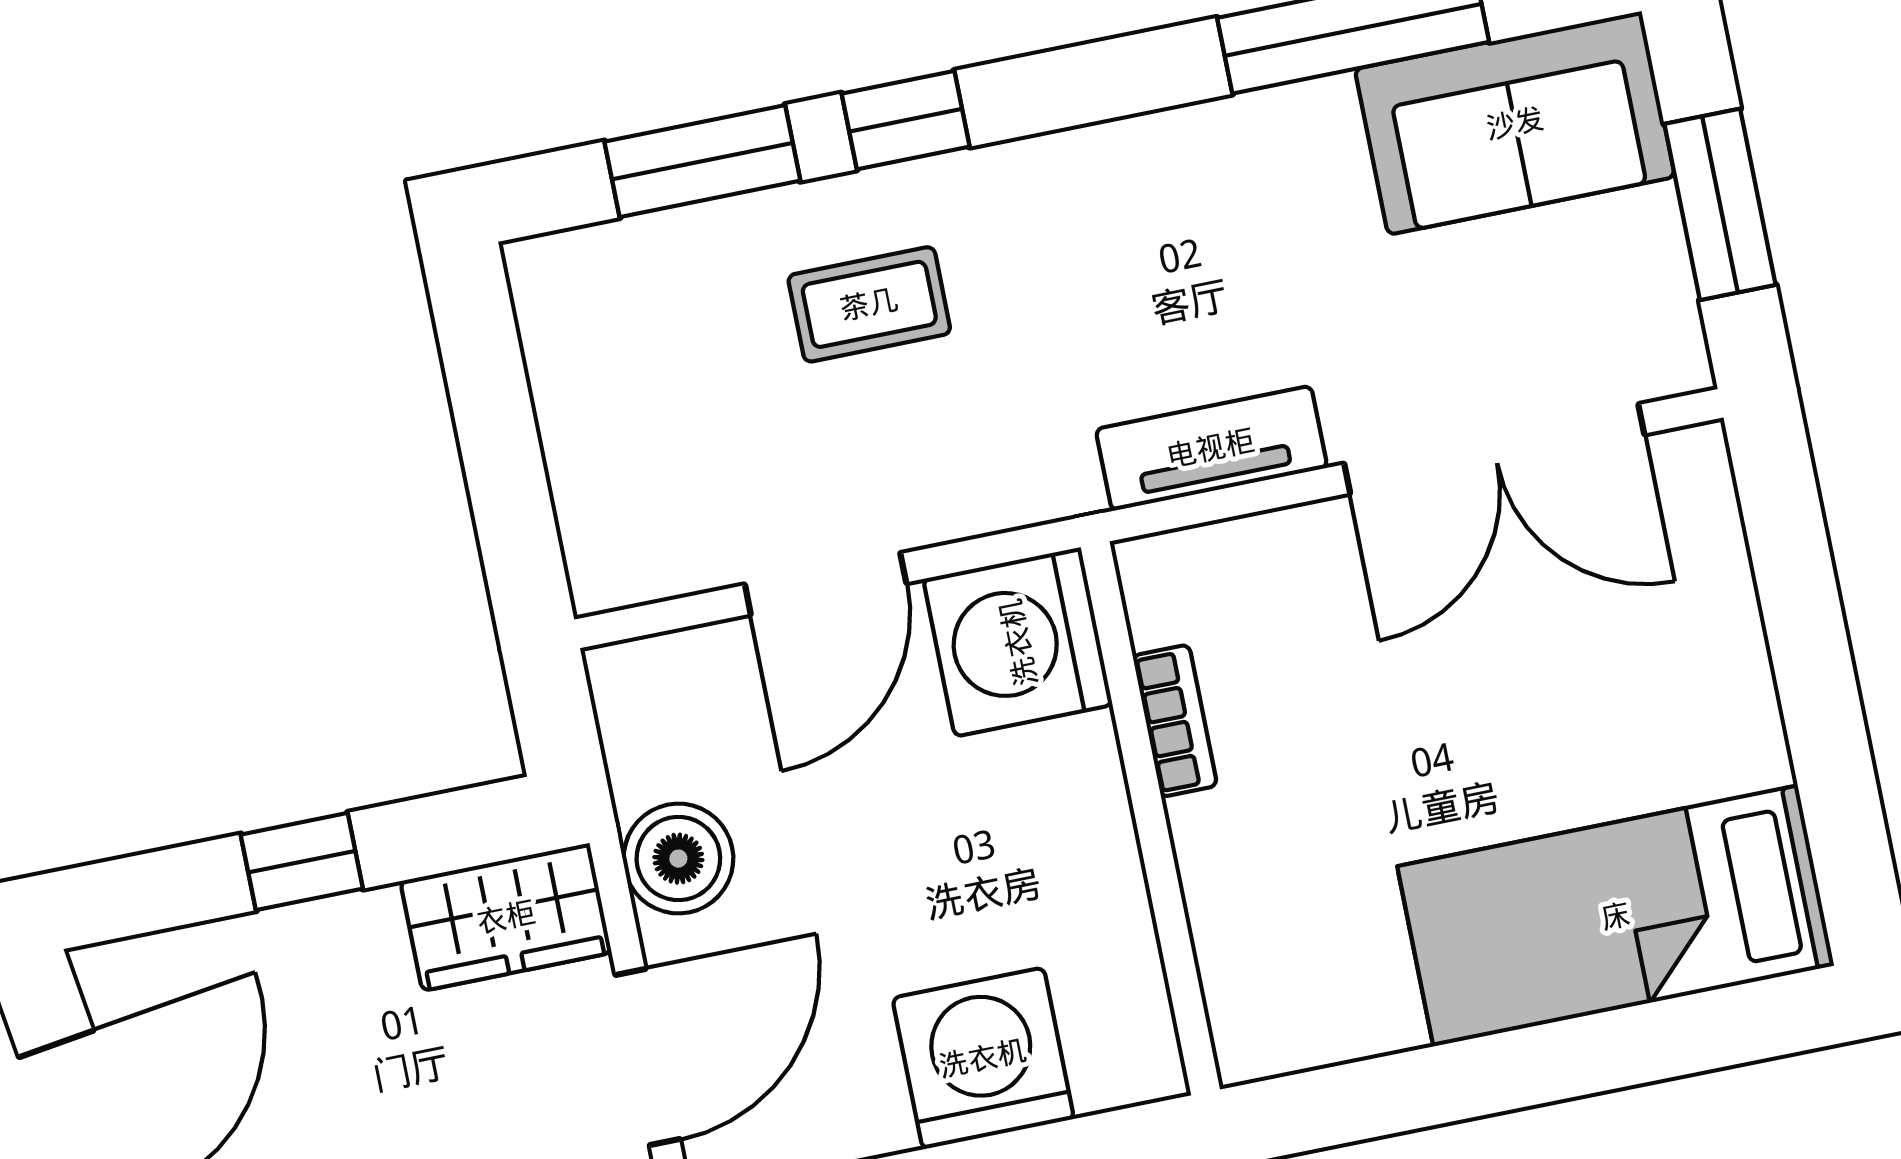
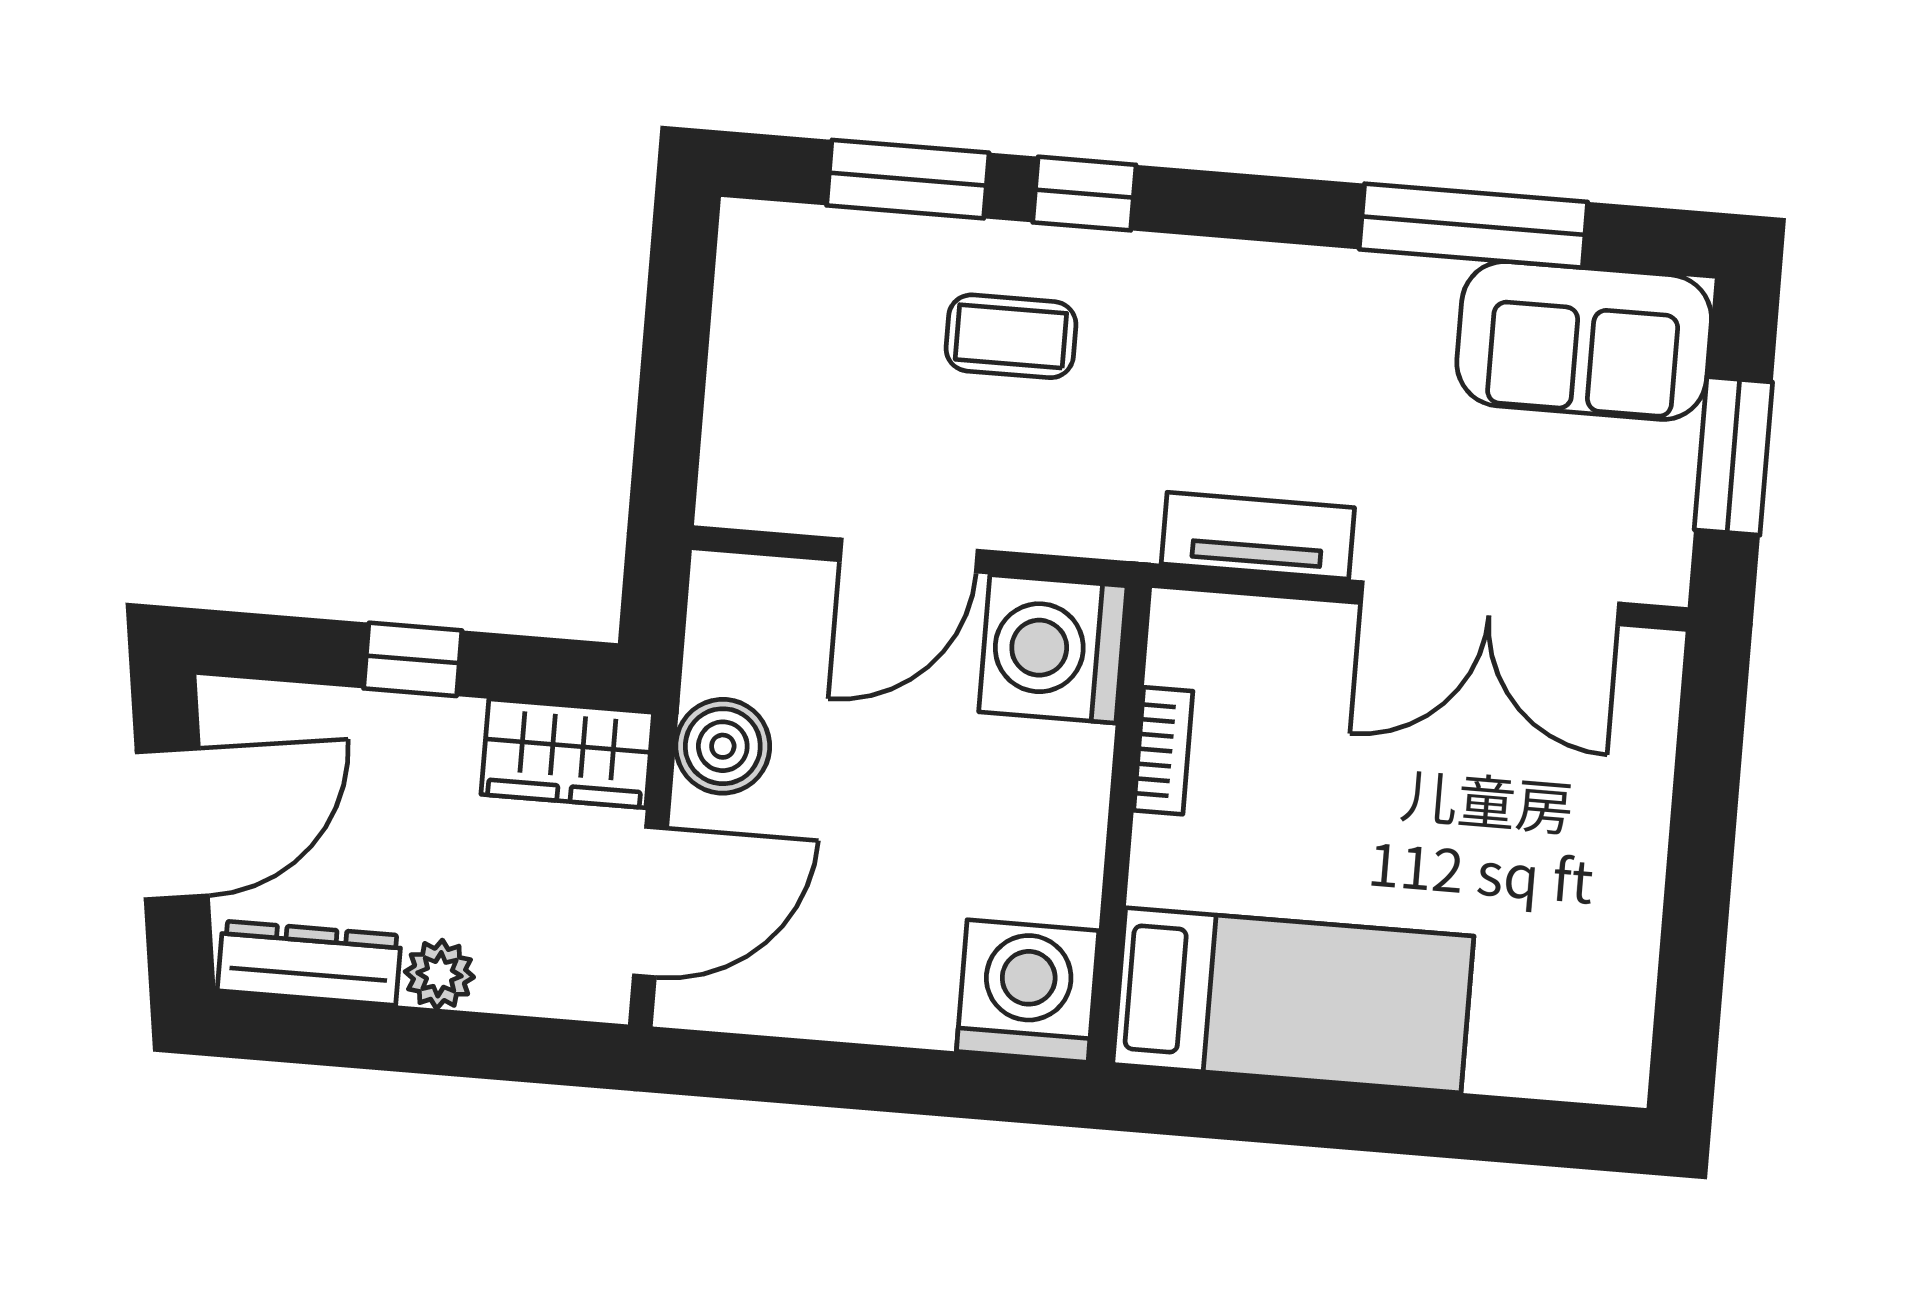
bed: (1616, 916) -> (1293, 1000), moved, turned 180
washing machine: (983, 1058) -> (1028, 991), moved

